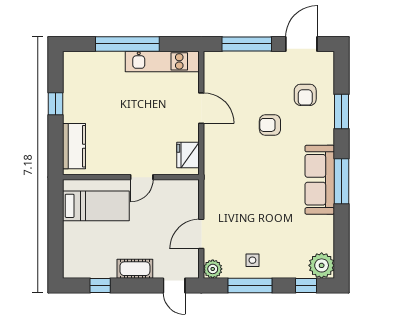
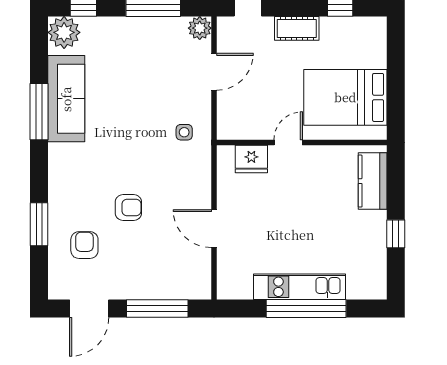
kitchen unit: (162, 61) -> (300, 287), moved
fridge: (188, 155) -> (251, 159), moved, turned 90
sofa: (320, 180) -> (66, 99), moved
window: (342, 181) -> (39, 112), moved
bed: (96, 206) -> (345, 97), width x1.50
side table: (252, 260) -> (184, 132), moved

